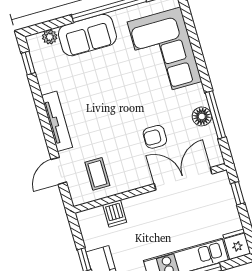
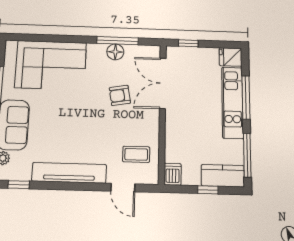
tv unit: (57, 121) -> (69, 173), width x1.36, depth x1.29
armchair: (155, 137) -> (120, 95), turned 80
dishwasher: (115, 214) -> (173, 174), moved, turned -90

